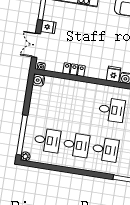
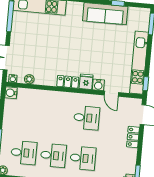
fridge: (48, 27) -> (17, 38), removed
plant: (57, 68) -> (29, 79), added
locker: (74, 70) -> (68, 82), moved

